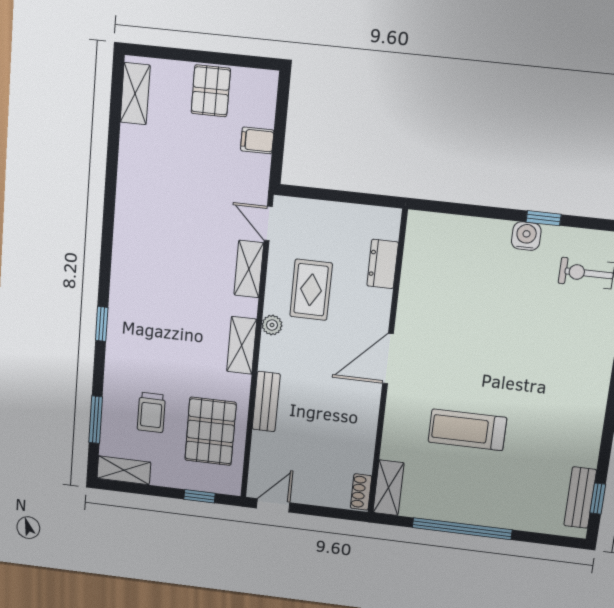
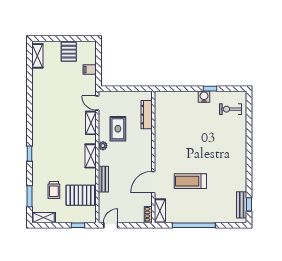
dresser: (383, 264) -> (147, 115), width x1.44
door: (388, 359) -> (153, 182), moved
pallet: (211, 431) -> (80, 195), turned 90

